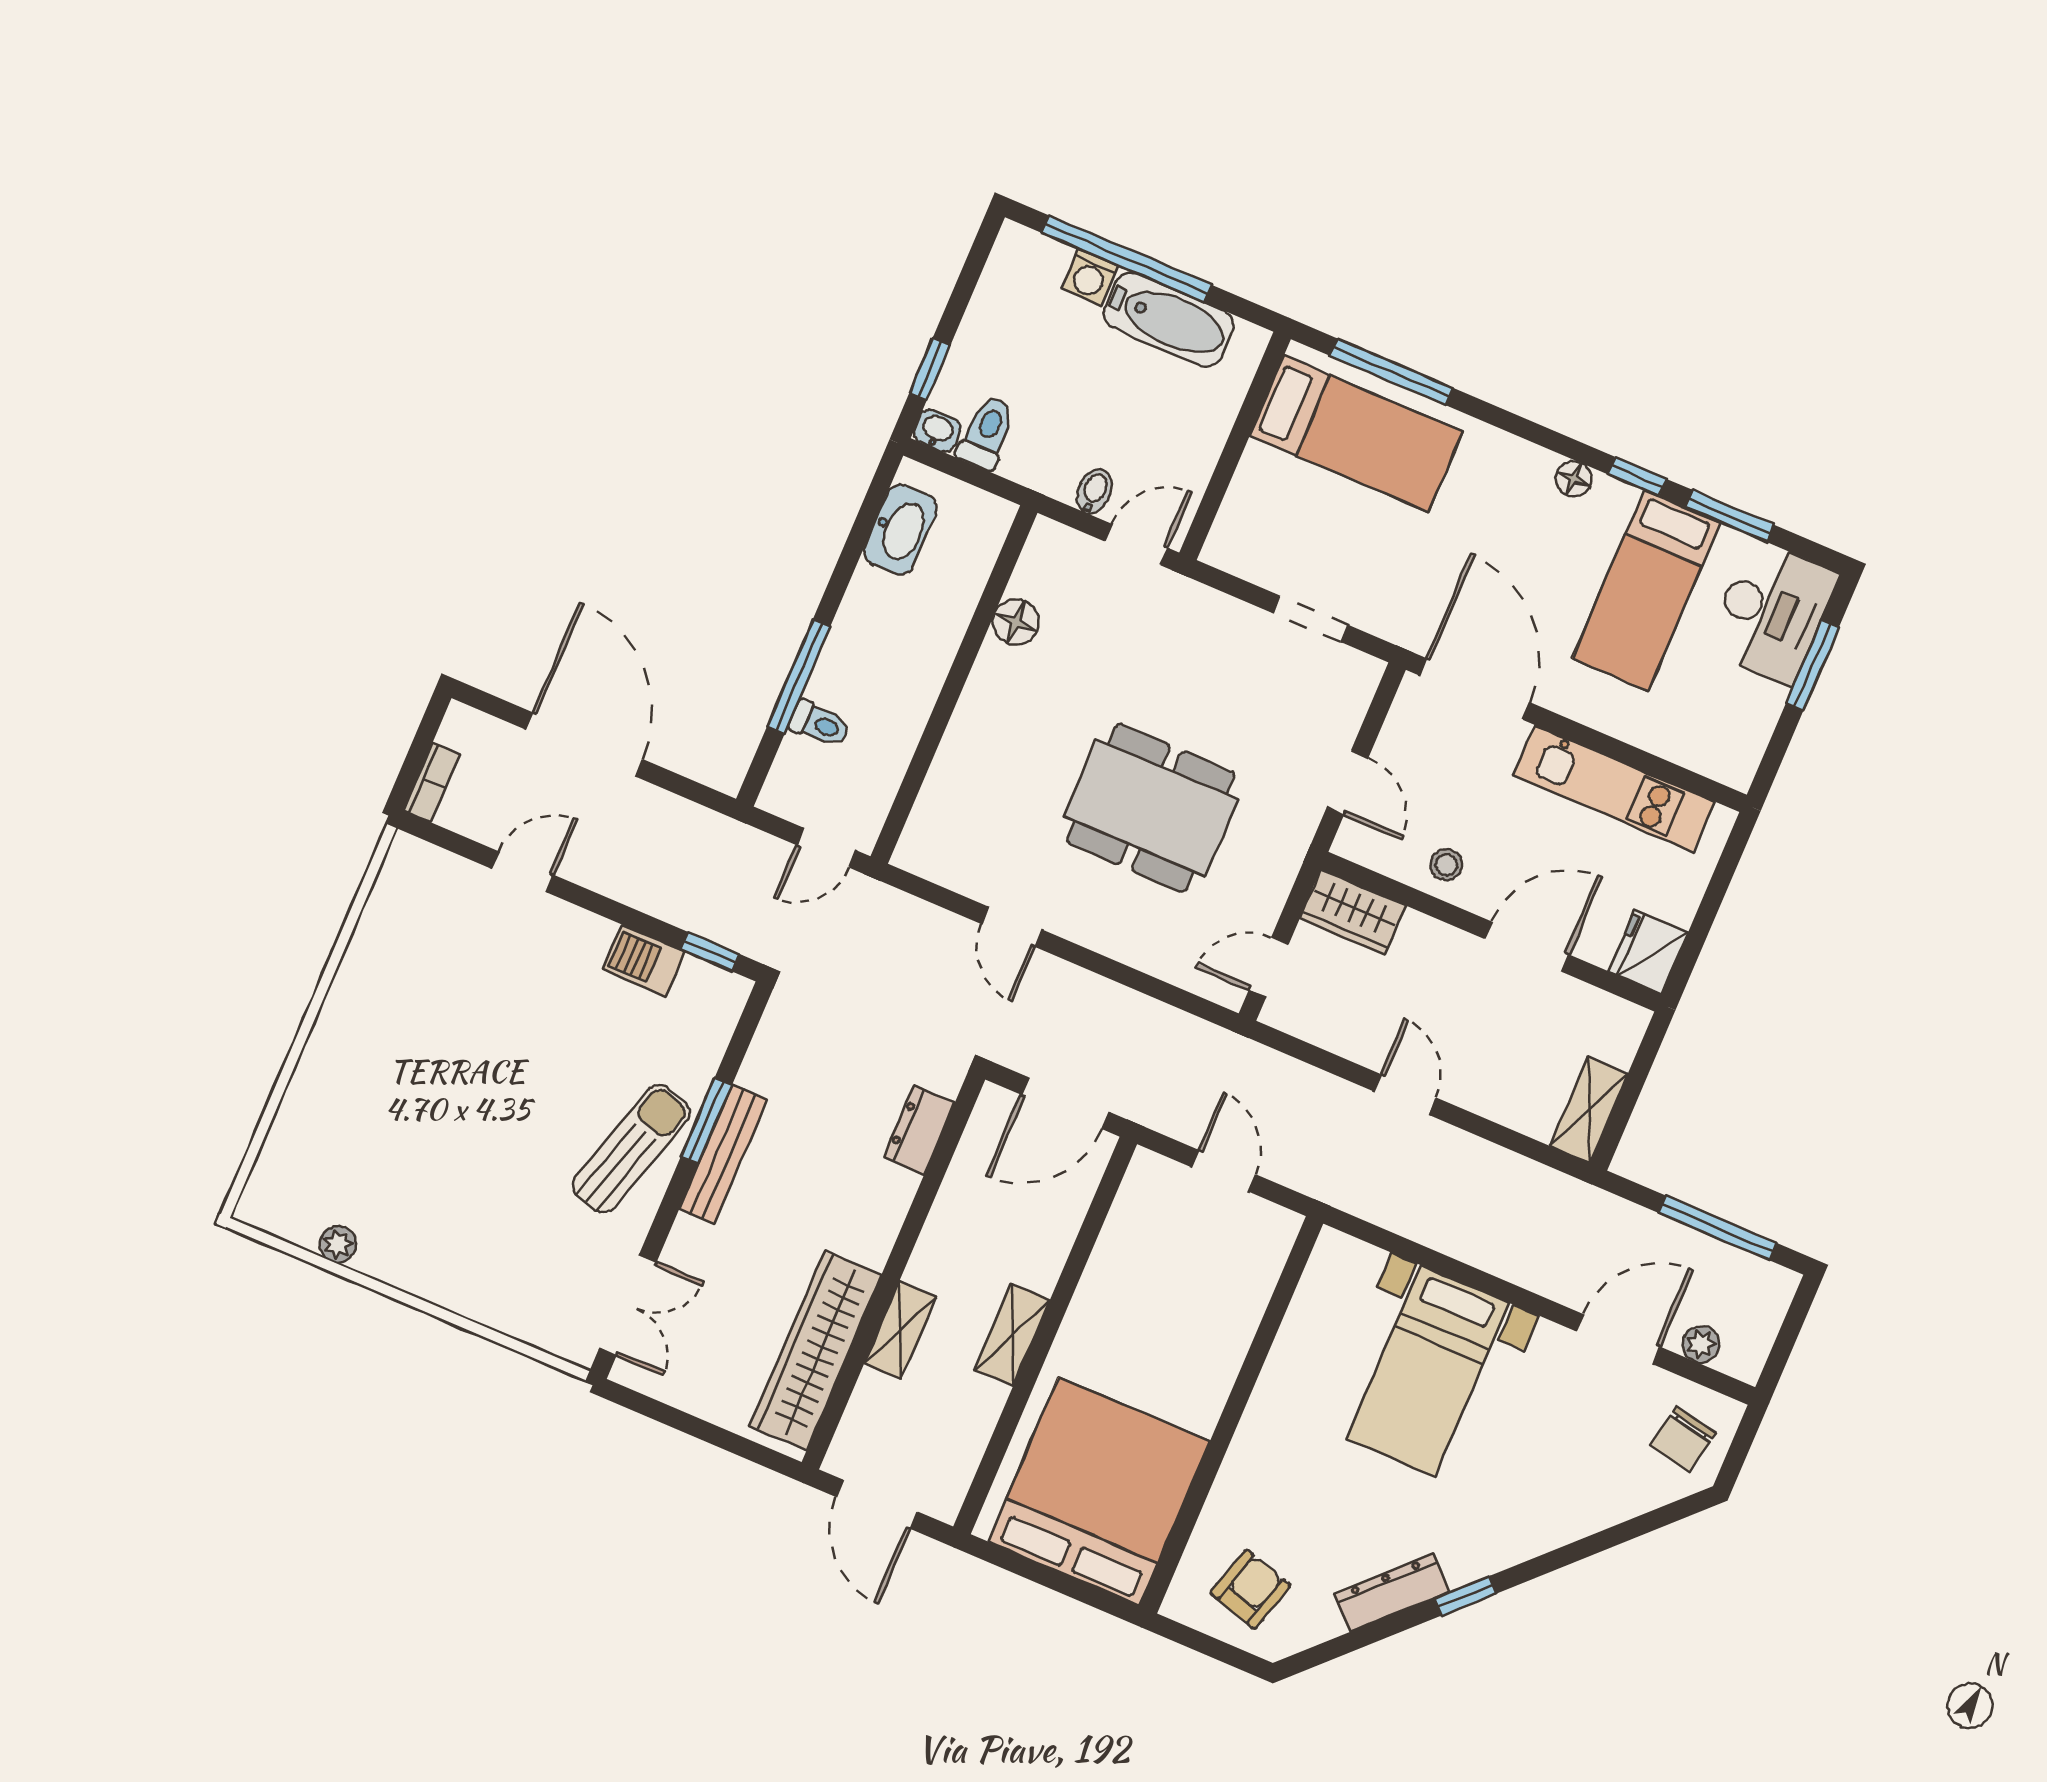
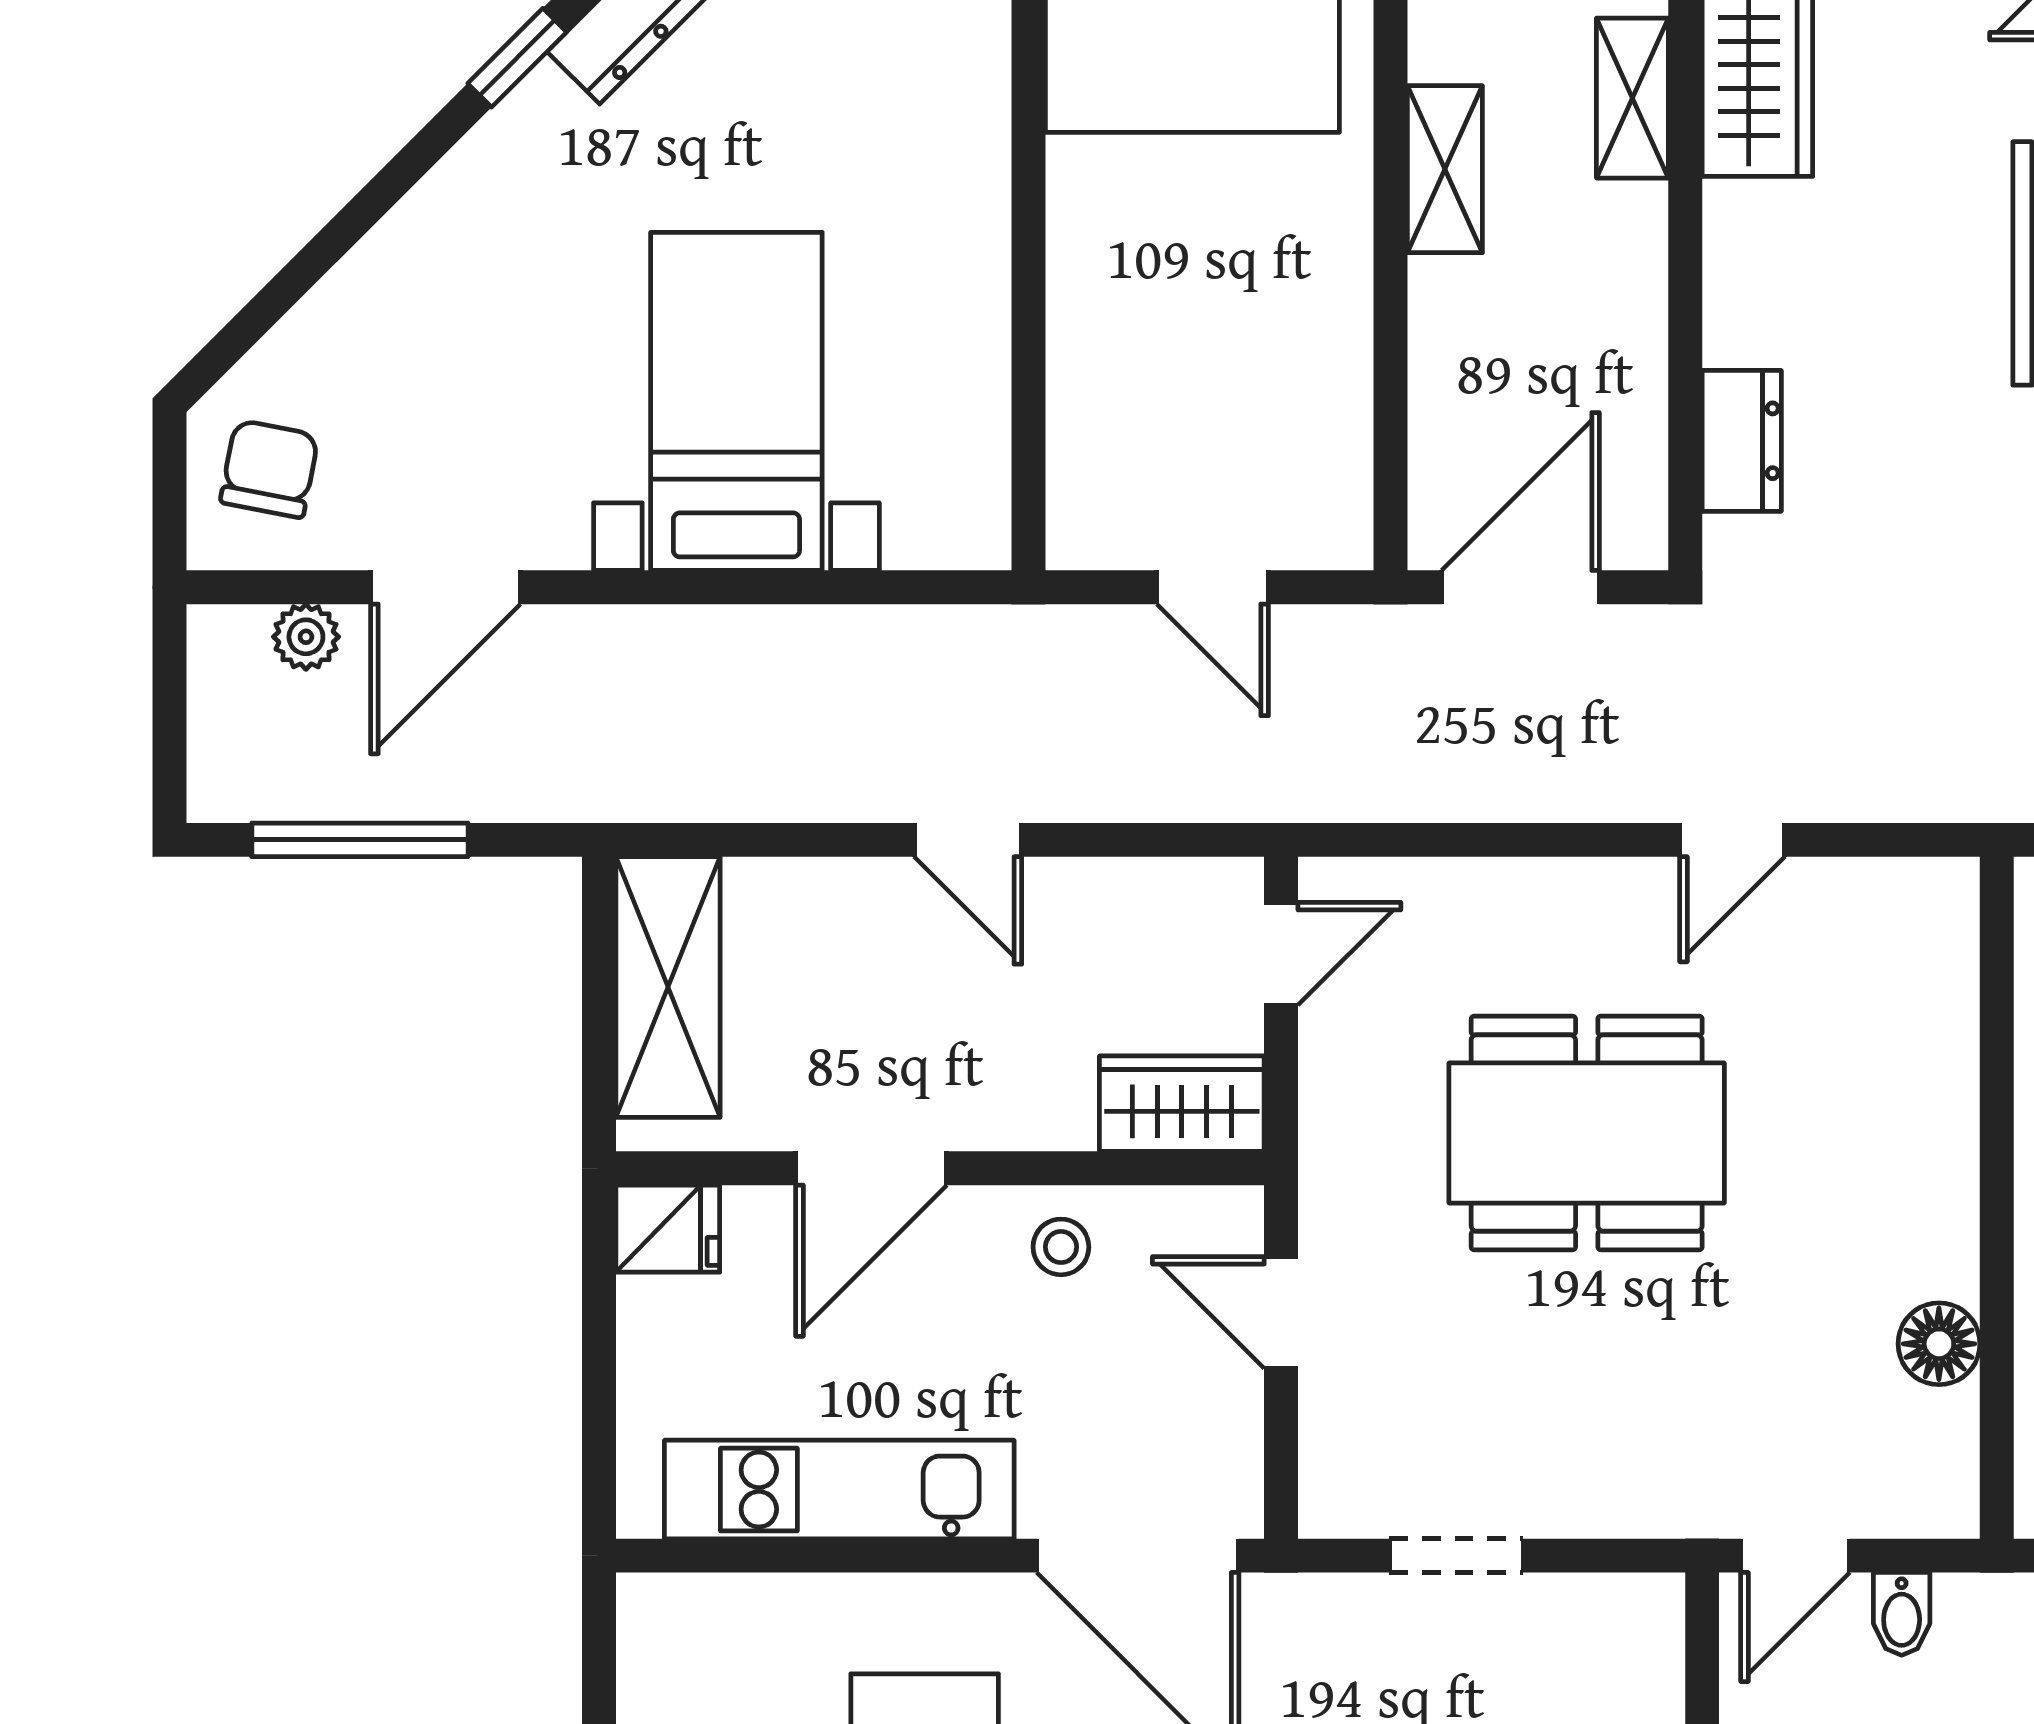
door: (1012, 927) -> (1732, 840), swing flipped
fridge: (1648, 952) -> (668, 1229), width x0.72
shelving: (1589, 1110) -> (668, 987), width x1.50, depth x1.33

